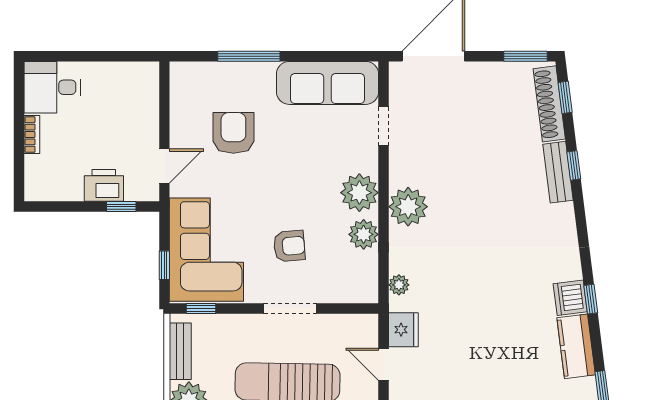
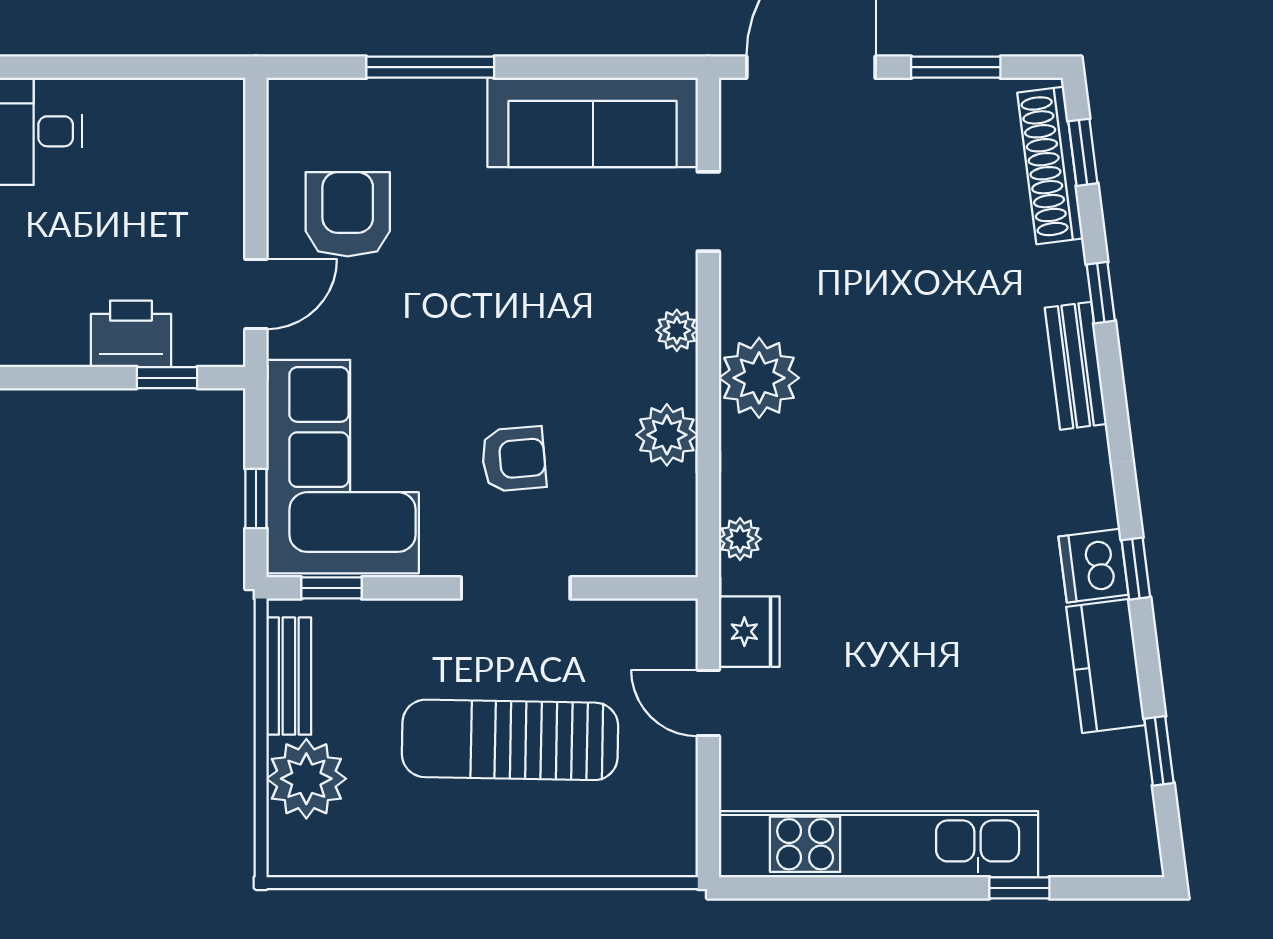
window: (526, 56) -> (956, 67), moved
armchair: (233, 133) -> (348, 214), moved
bench: (558, 172) -> (1076, 366), moved
plant: (359, 193) -> (677, 330), width x0.53, depth x0.53

